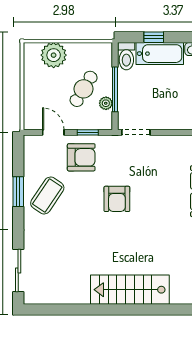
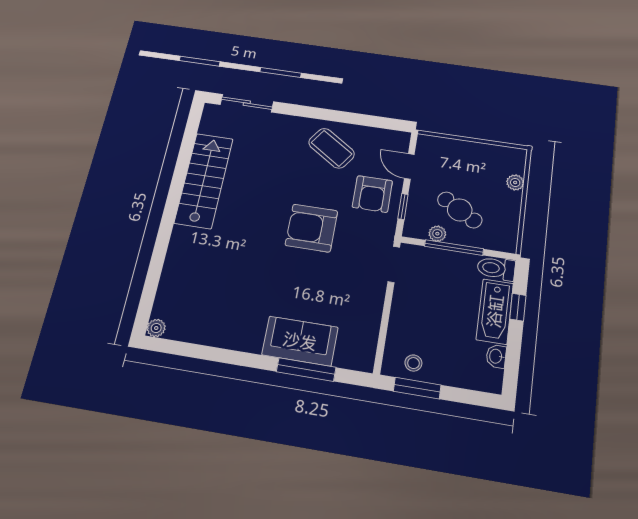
plant: (54, 55) -> (515, 182), width x0.53, depth x0.53
door: (53, 132) -> (409, 166), swing flipped
window: (18, 192) -> (342, 117), removed
armchair: (117, 199) -> (311, 228), width x1.36, depth x1.36
stairs: (130, 290) -> (204, 180), moved

